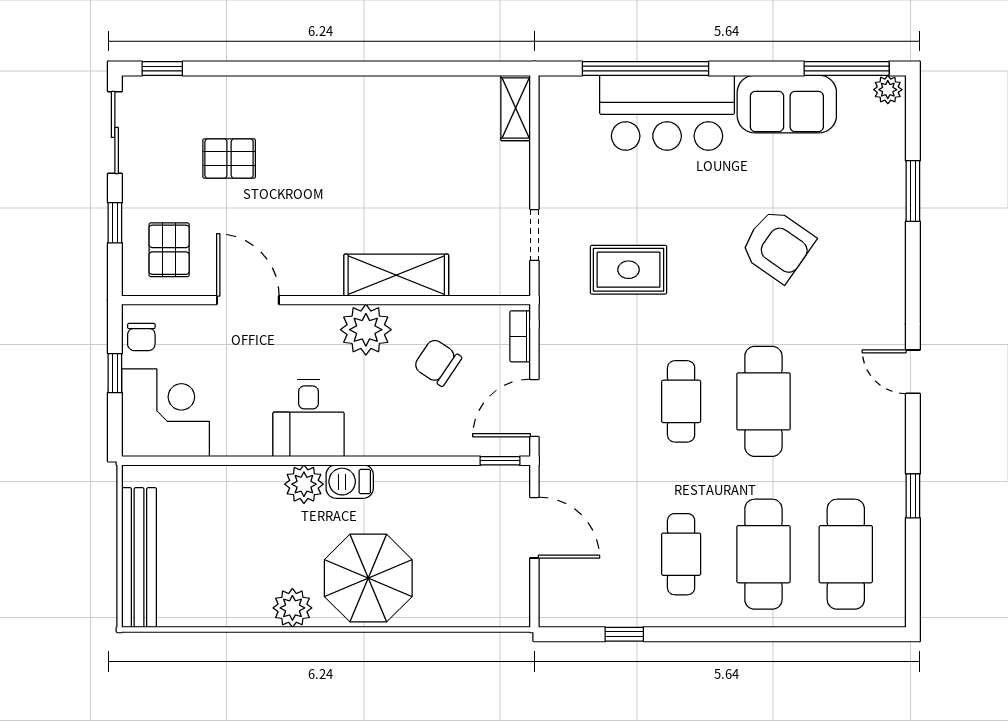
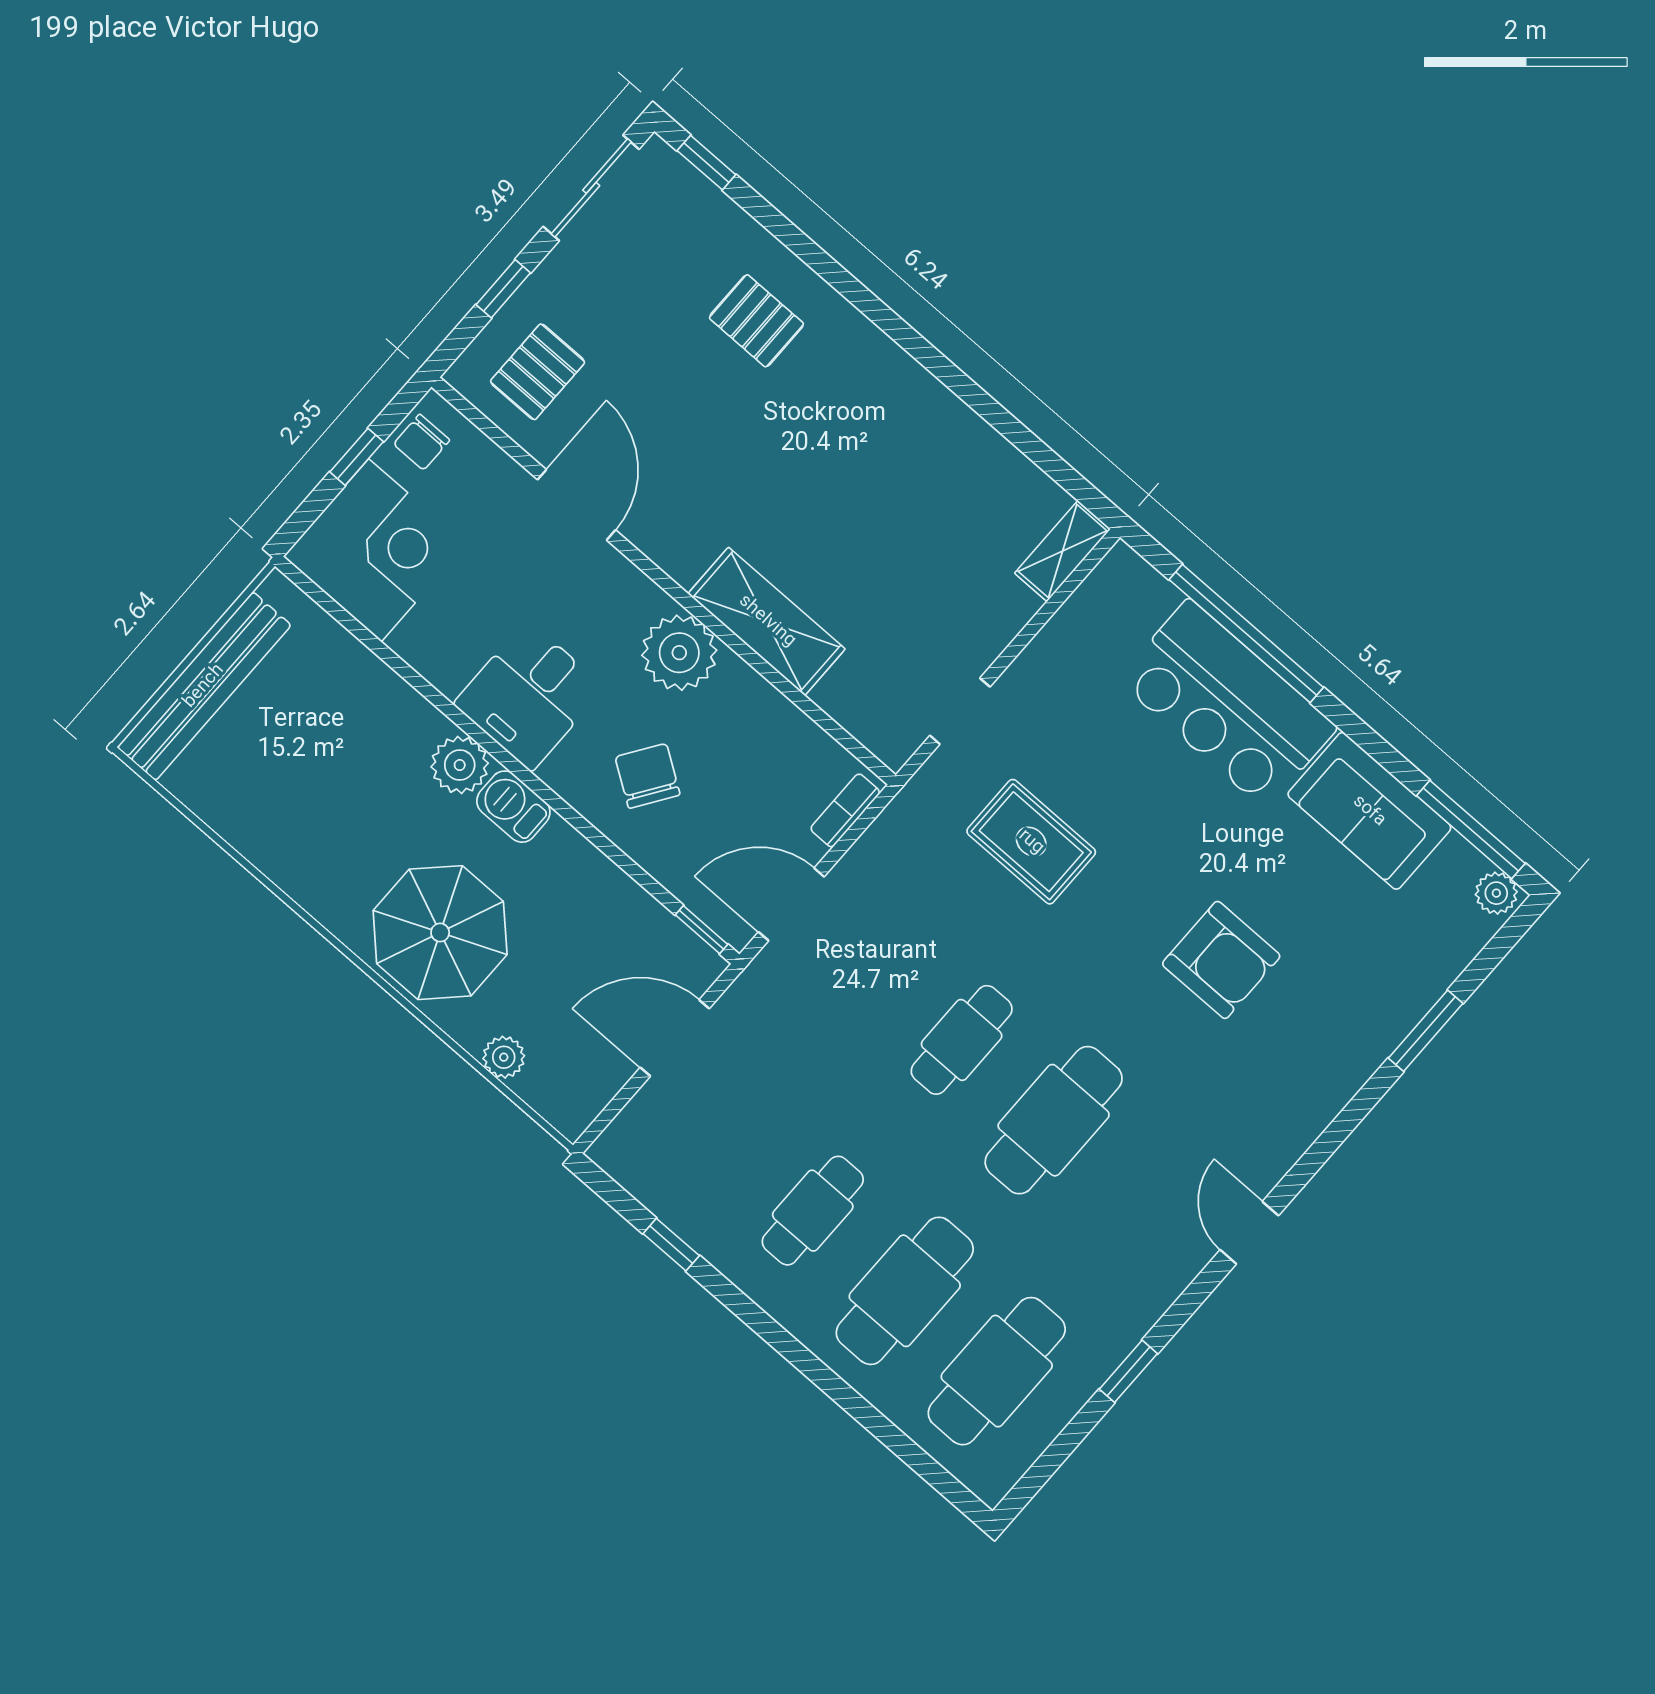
pallet: (229, 159) -> (756, 321), moved
armchair: (778, 246) -> (1221, 960), turned -35
chair: (437, 362) -> (648, 776), moved
door: (534, 528) -> (675, 1038), swing flipped
plant: (292, 608) -> (504, 1057), moved, width x0.73, depth x0.73

